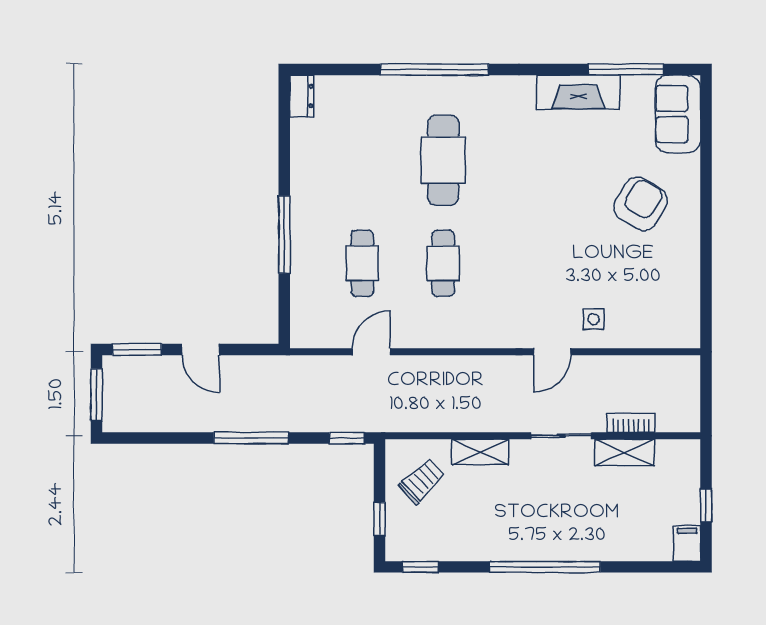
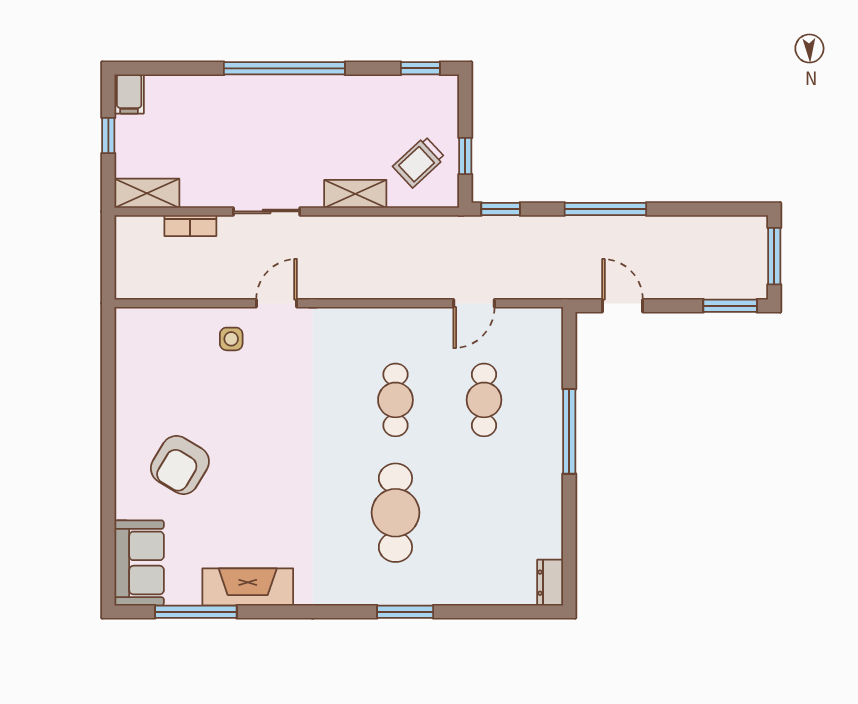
window: (434, 69) -> (405, 612), width x0.47
door: (201, 350) -> (622, 306), moved
shelving: (625, 453) -> (147, 193), moved
window: (379, 519) -> (465, 156), moved

